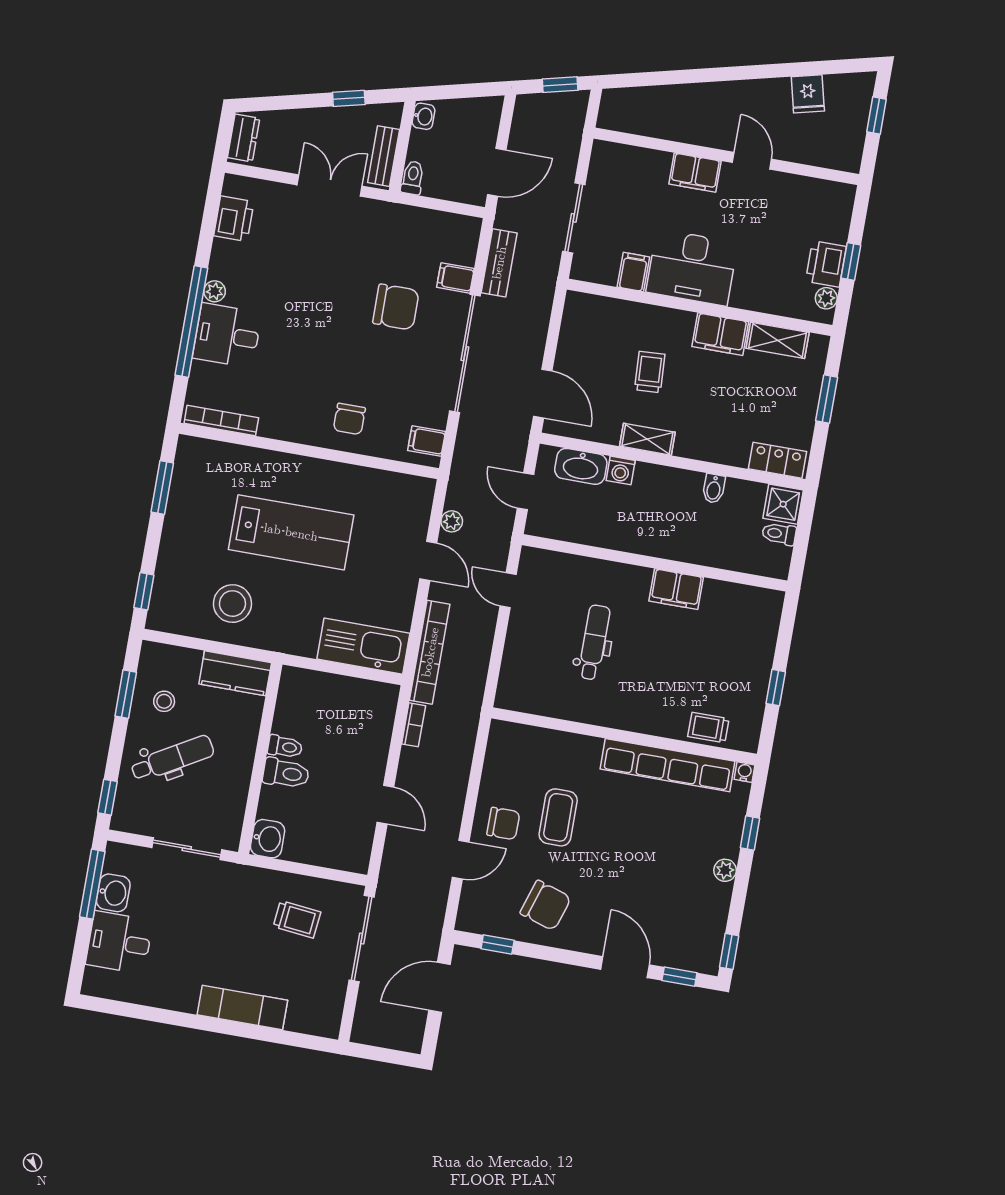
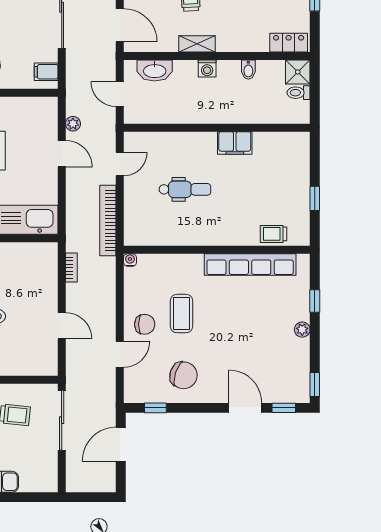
washing machine: (621, 470) -> (207, 68), moved
door: (508, 590) -> (120, 164), swing flipped
dental chair: (594, 642) -> (185, 189), turned 90
bookcase: (430, 652) -> (108, 221), moved, turned 180
water cooler: (745, 772) -> (130, 260), moved

